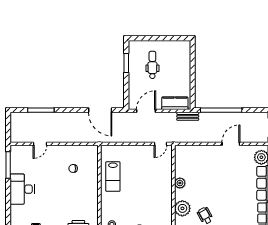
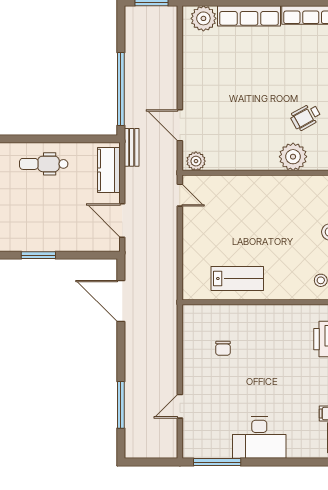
dental chair: (152, 65) -> (44, 164), moved
door: (100, 110) -> (121, 301), swing flipped
door: (40, 144) -> (180, 406), swing flipped
door: (231, 144) -> (180, 125), moved
plant: (180, 183) -> (196, 161), moved

